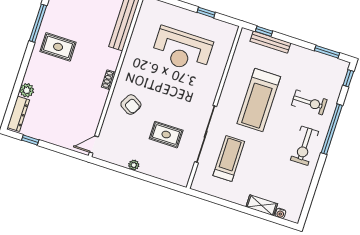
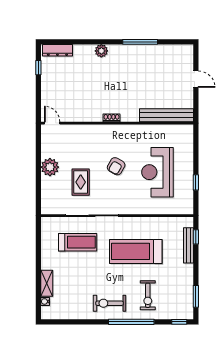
rug: (58, 47) -> (126, 66), removed
plant: (27, 90) -> (101, 51), moved
armchair: (131, 105) -> (116, 166), moved
plant: (134, 165) -> (50, 167), width x1.88, depth x1.88

